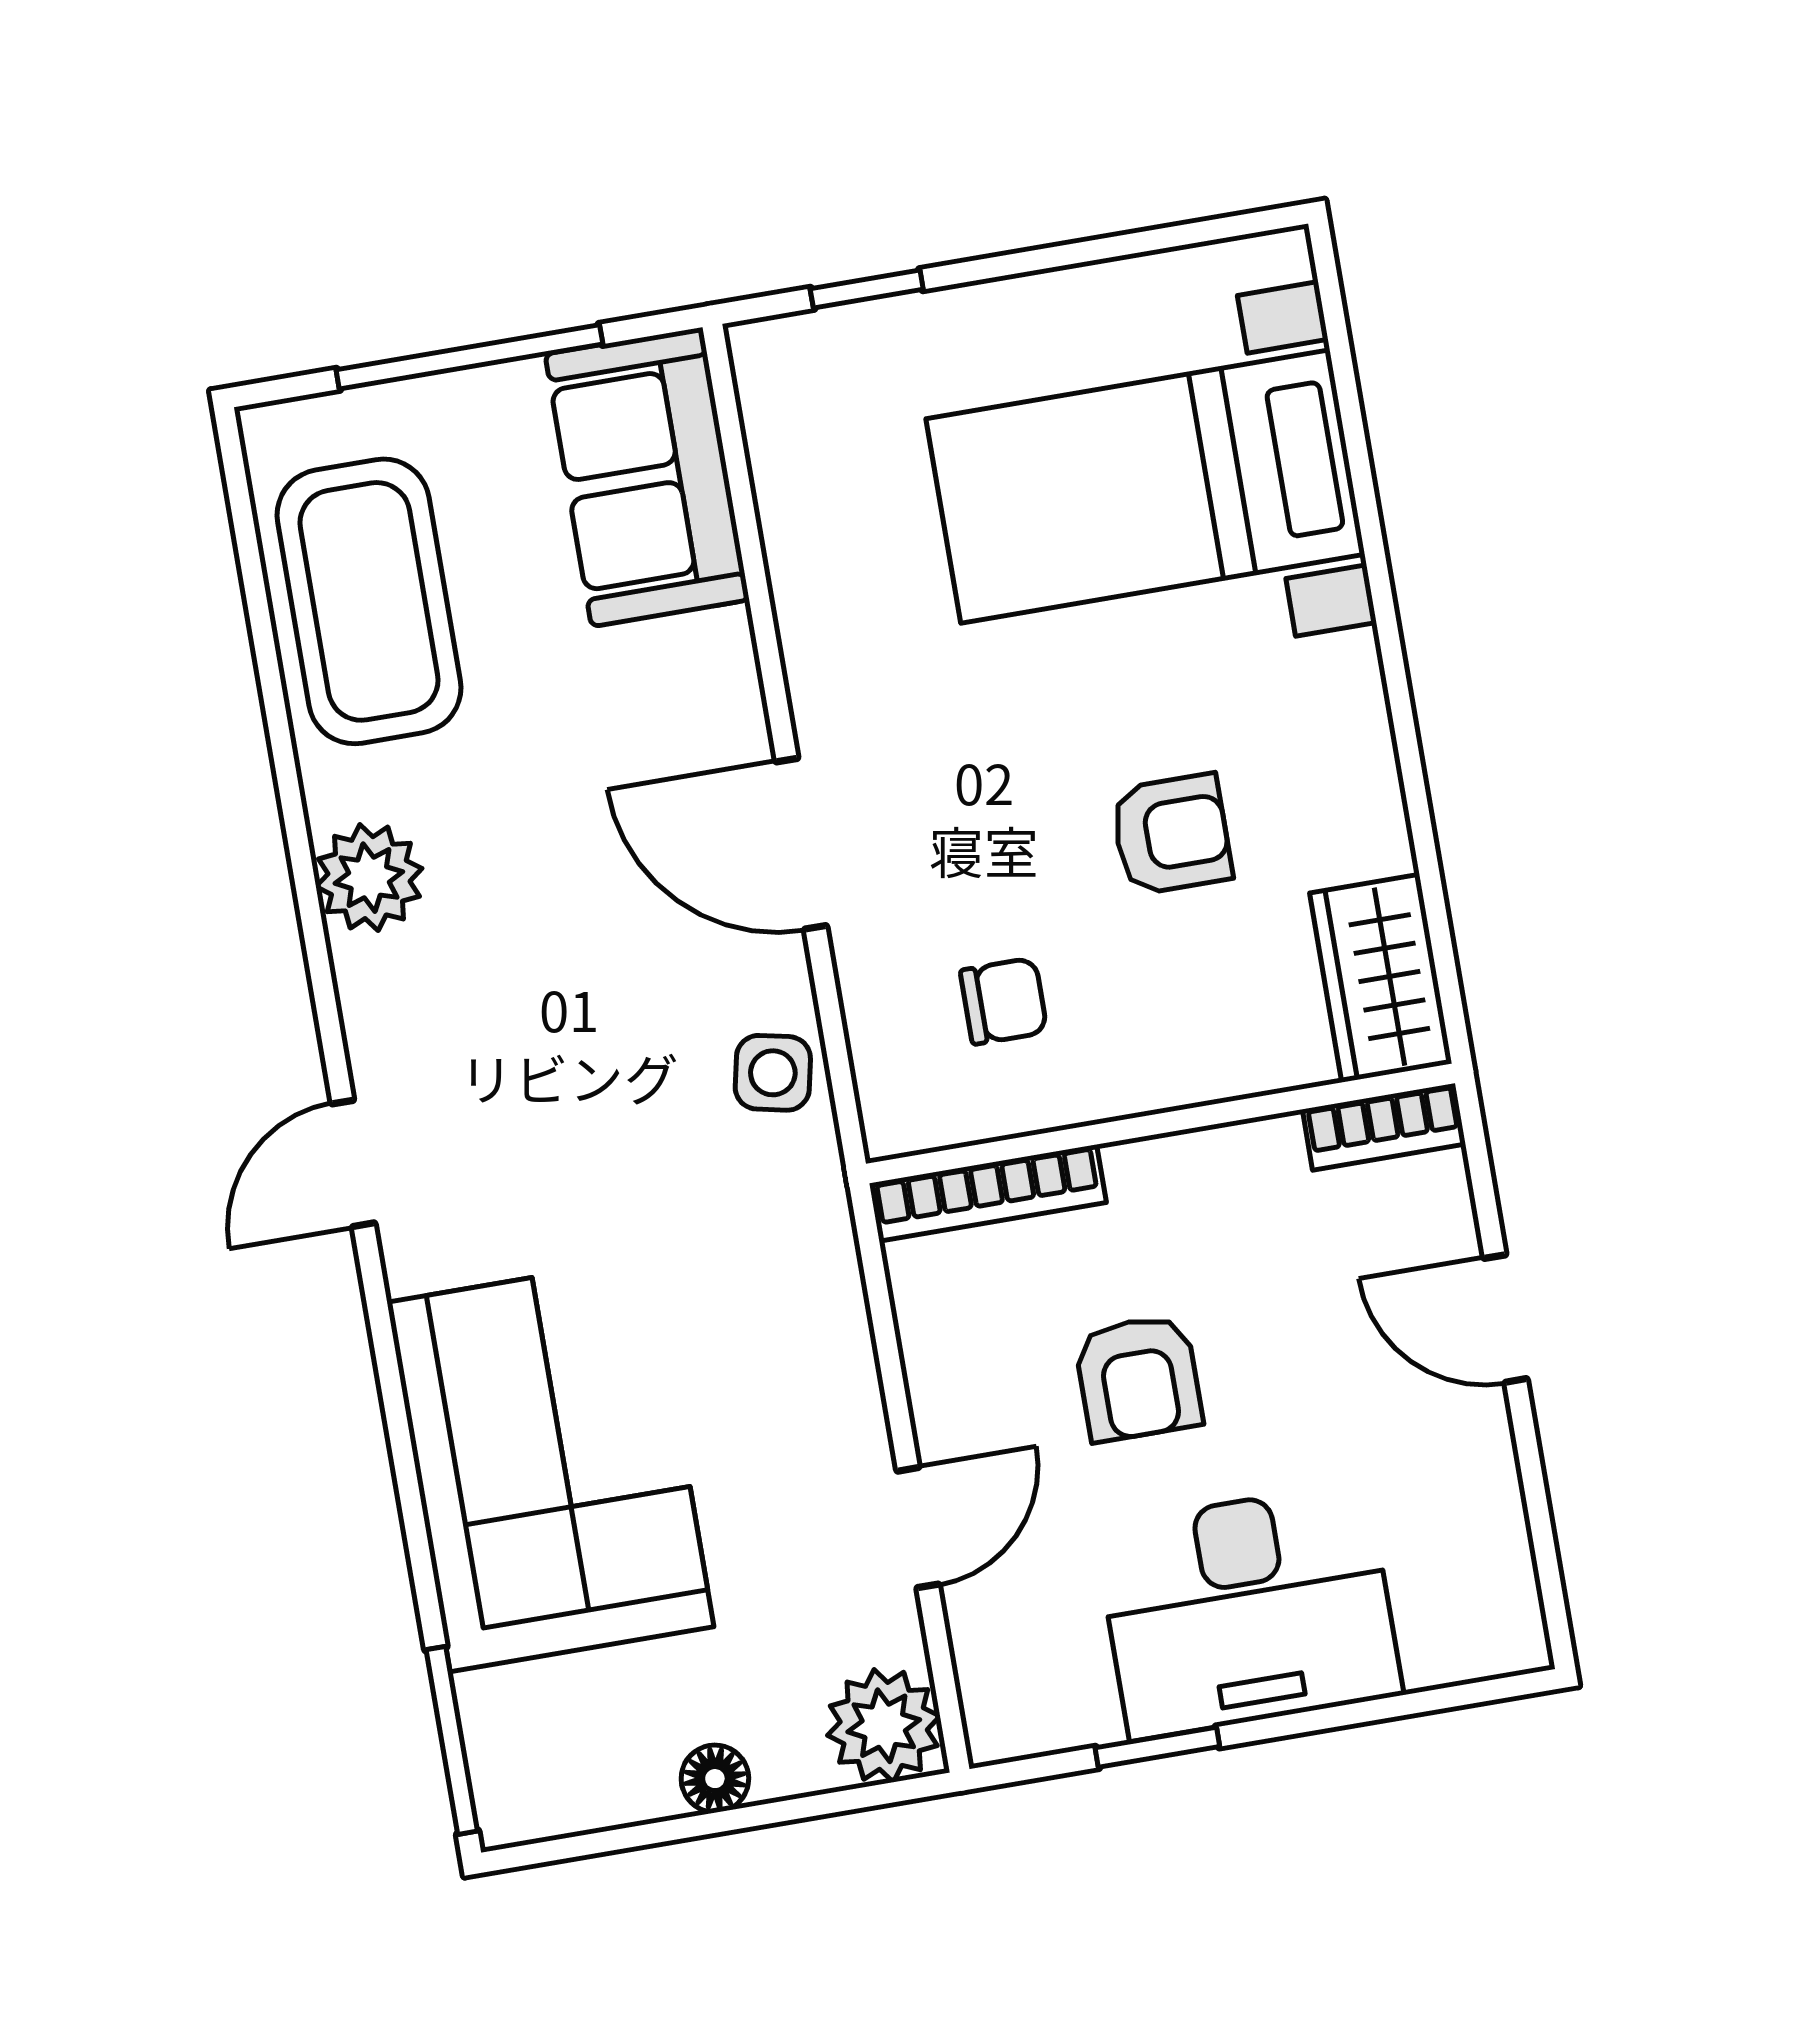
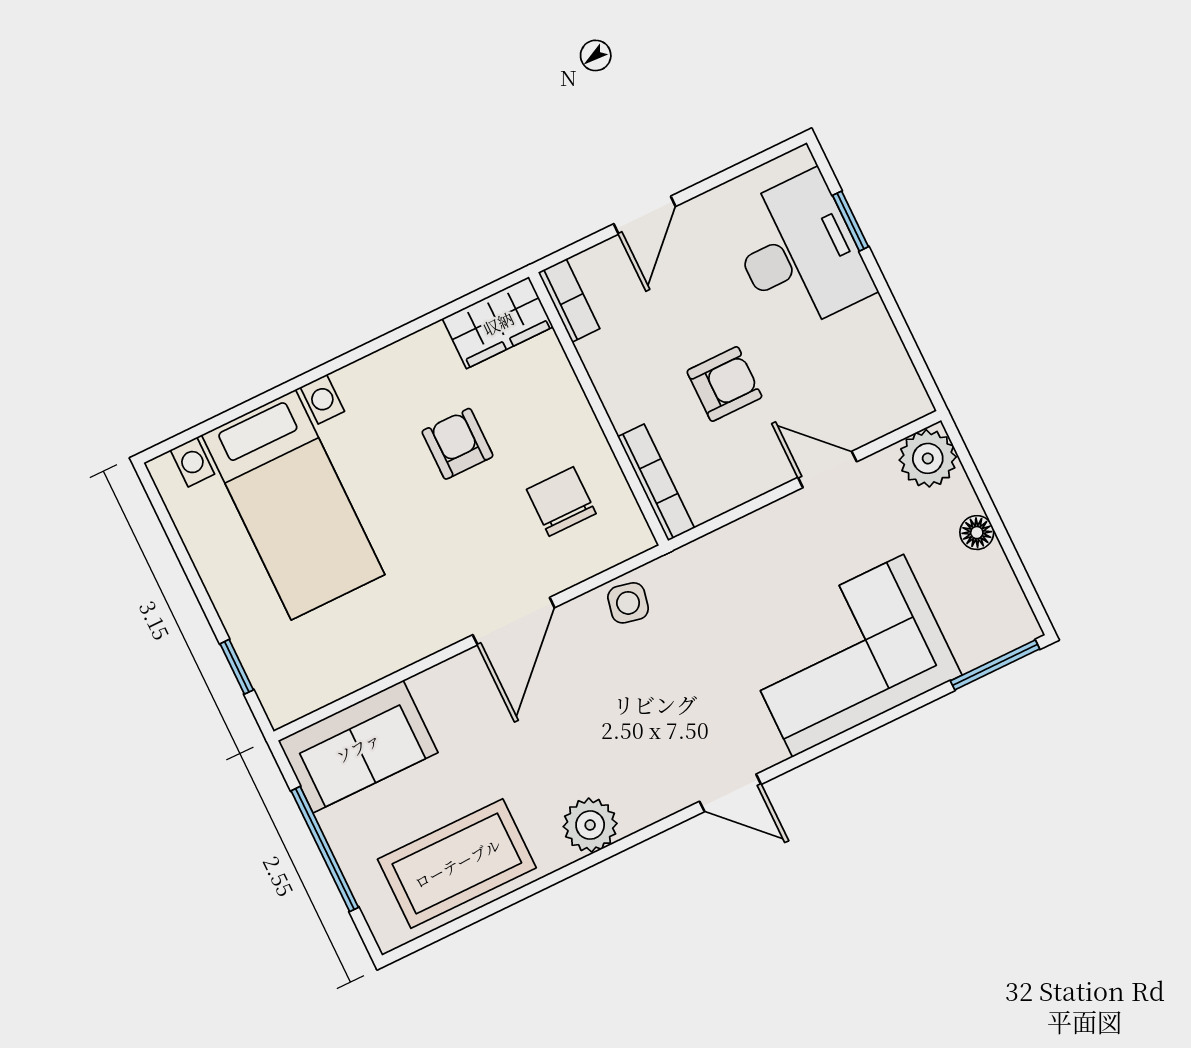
chair: (1004, 1001) -> (561, 501), width x1.37, depth x1.37
desk: (1248, 1611) -> (799, 253), moved
window: (1157, 1747) -> (850, 221), moved

